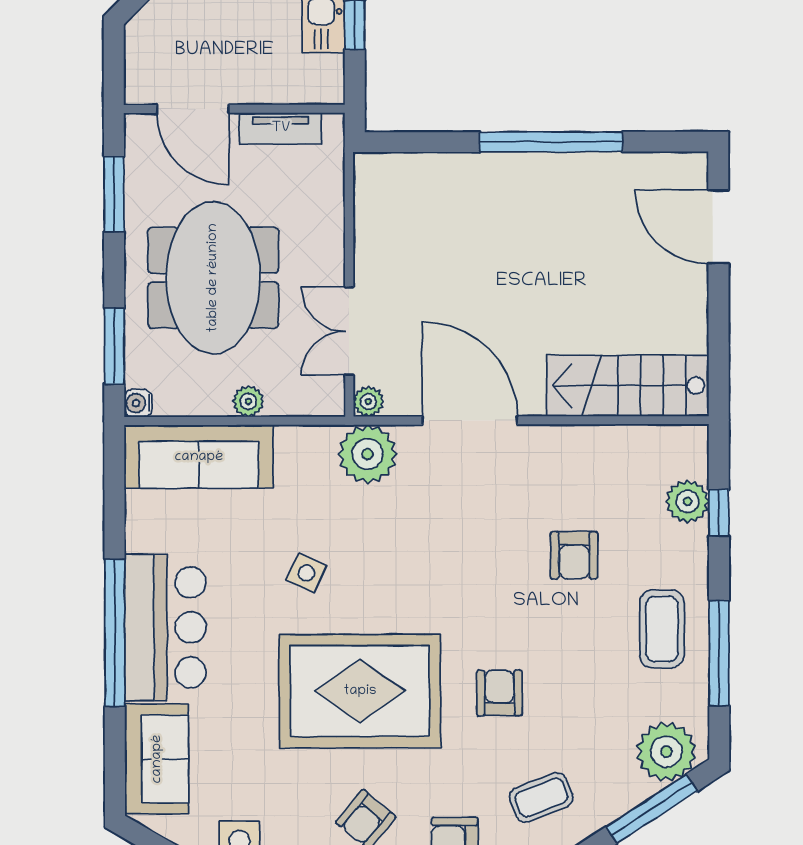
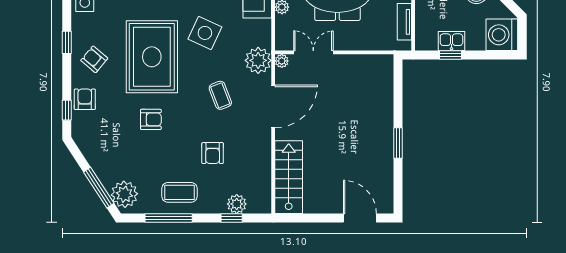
window: (551, 142) -> (398, 143), width x0.47
door: (718, 227) -> (360, 218), hinge flipped
armchair: (574, 555) -> (213, 153), turned -90
side table: (306, 573) -> (205, 33), width x1.87, depth x1.87
coffee table: (541, 798) -> (220, 95), moved

